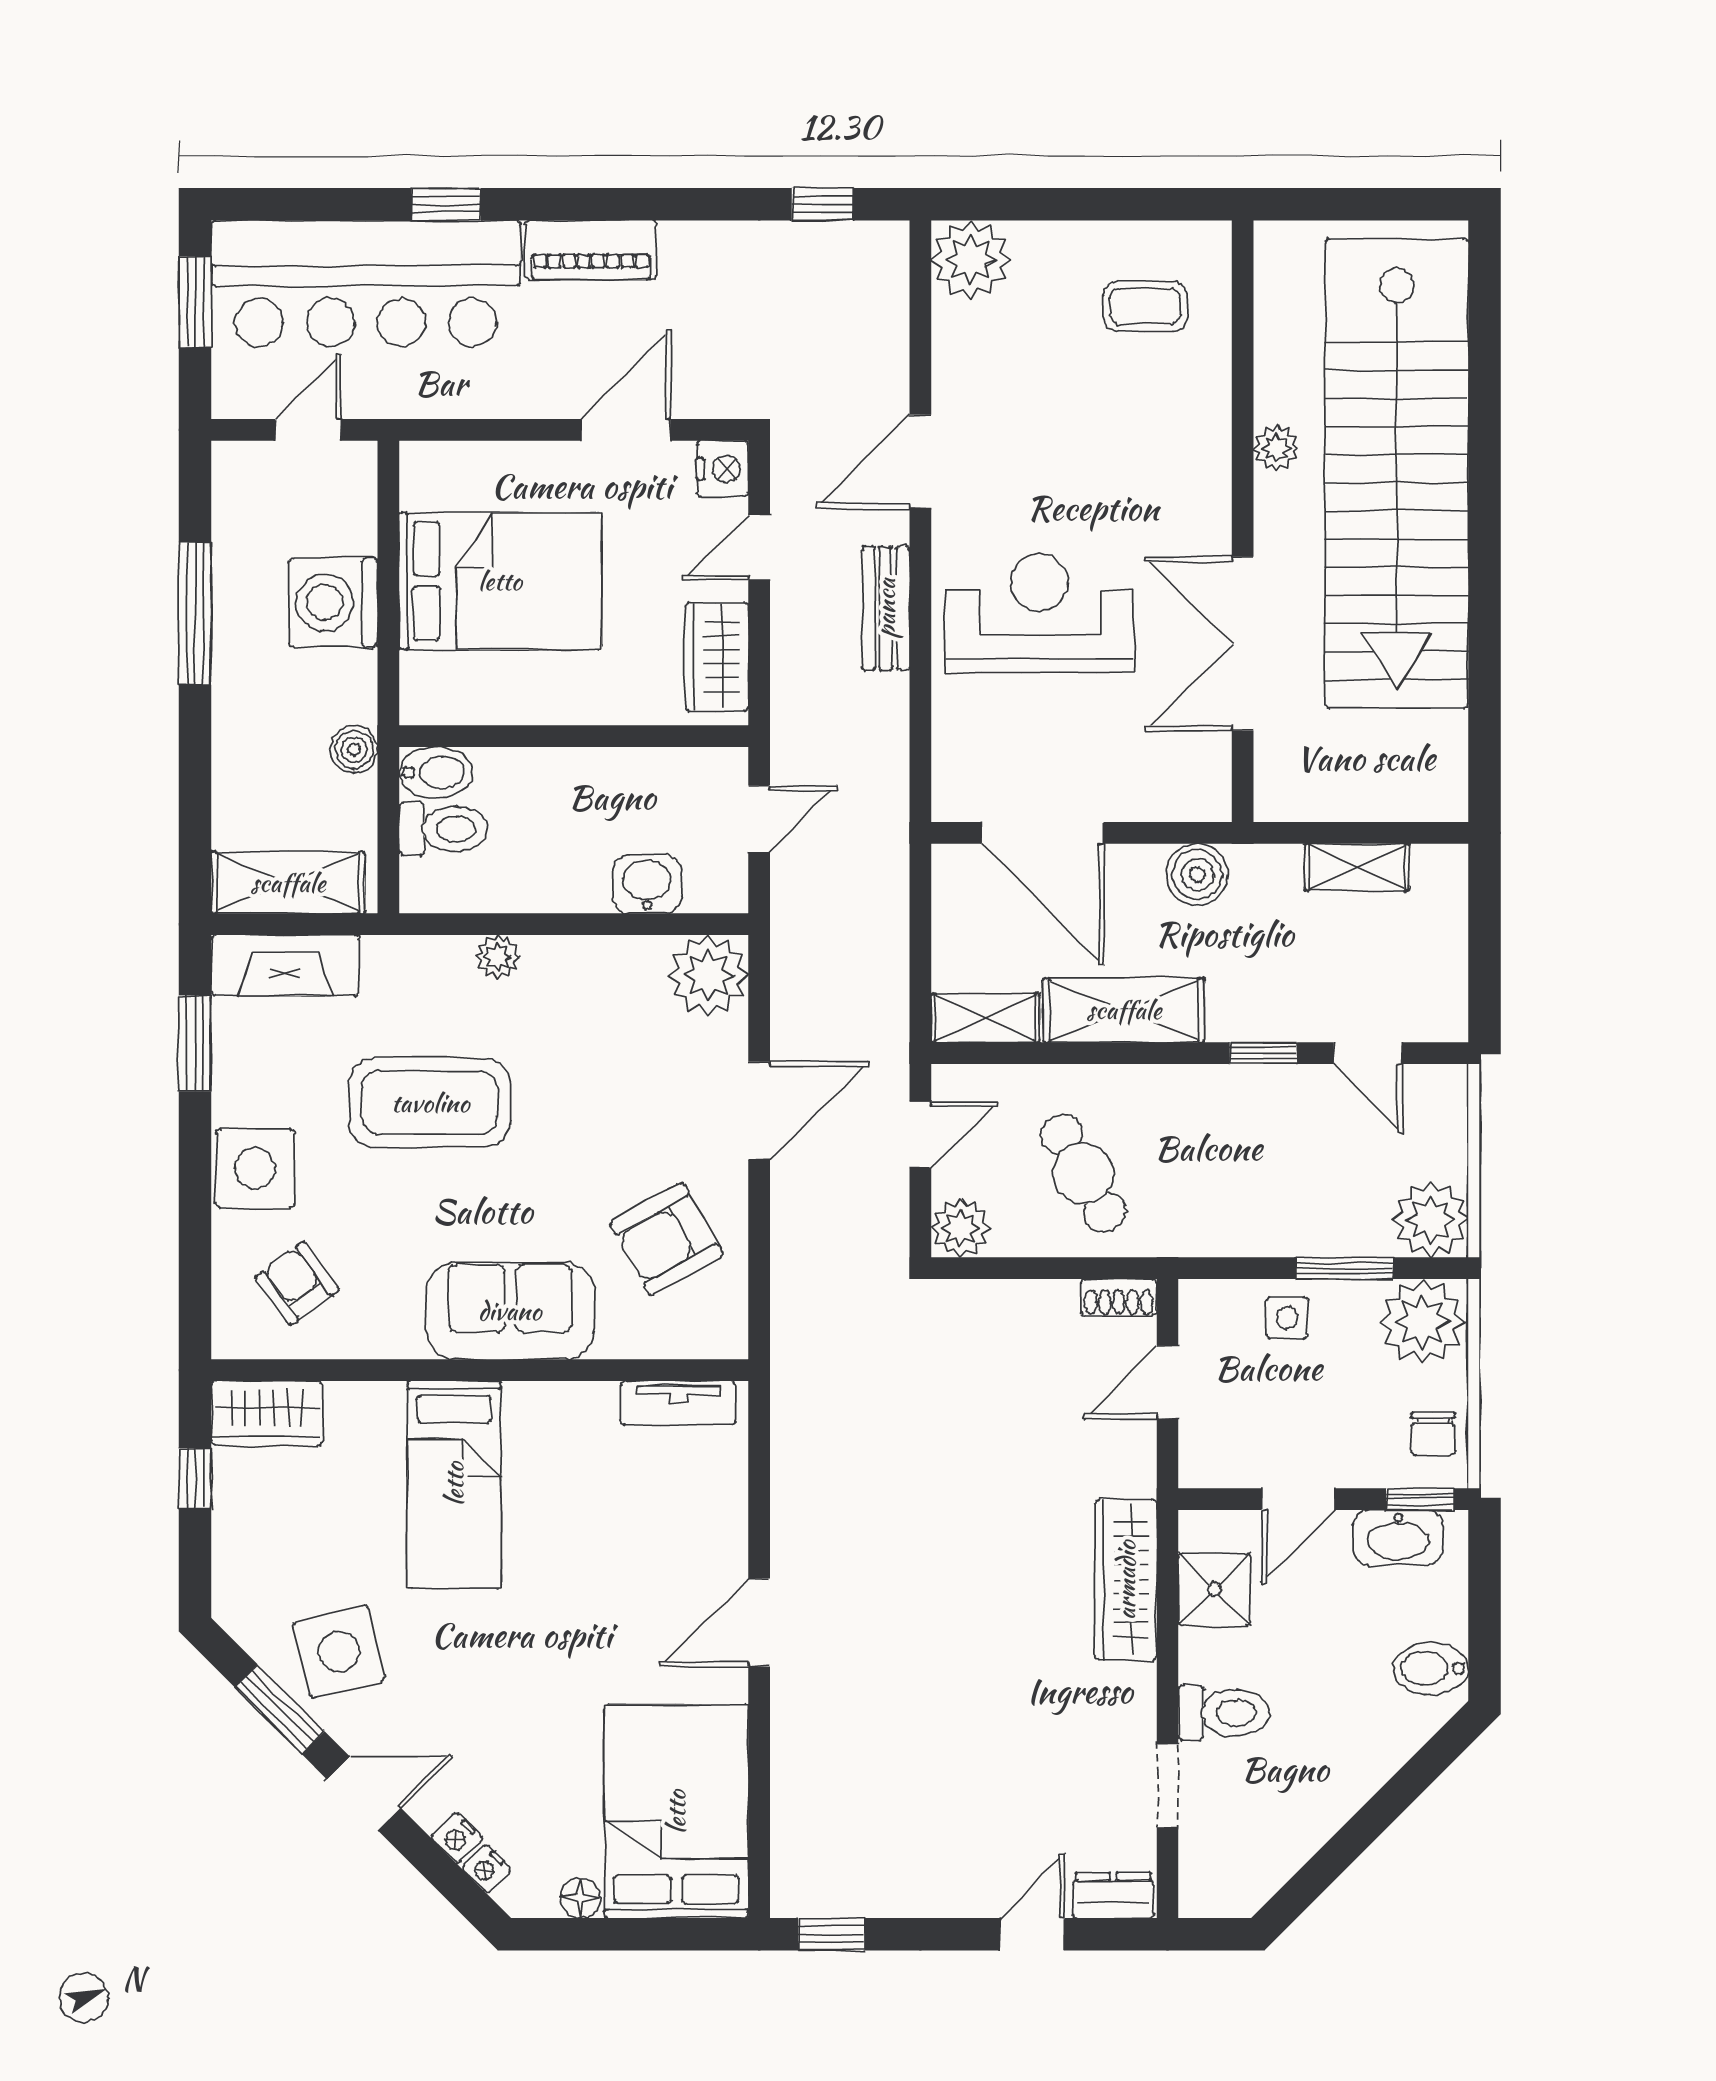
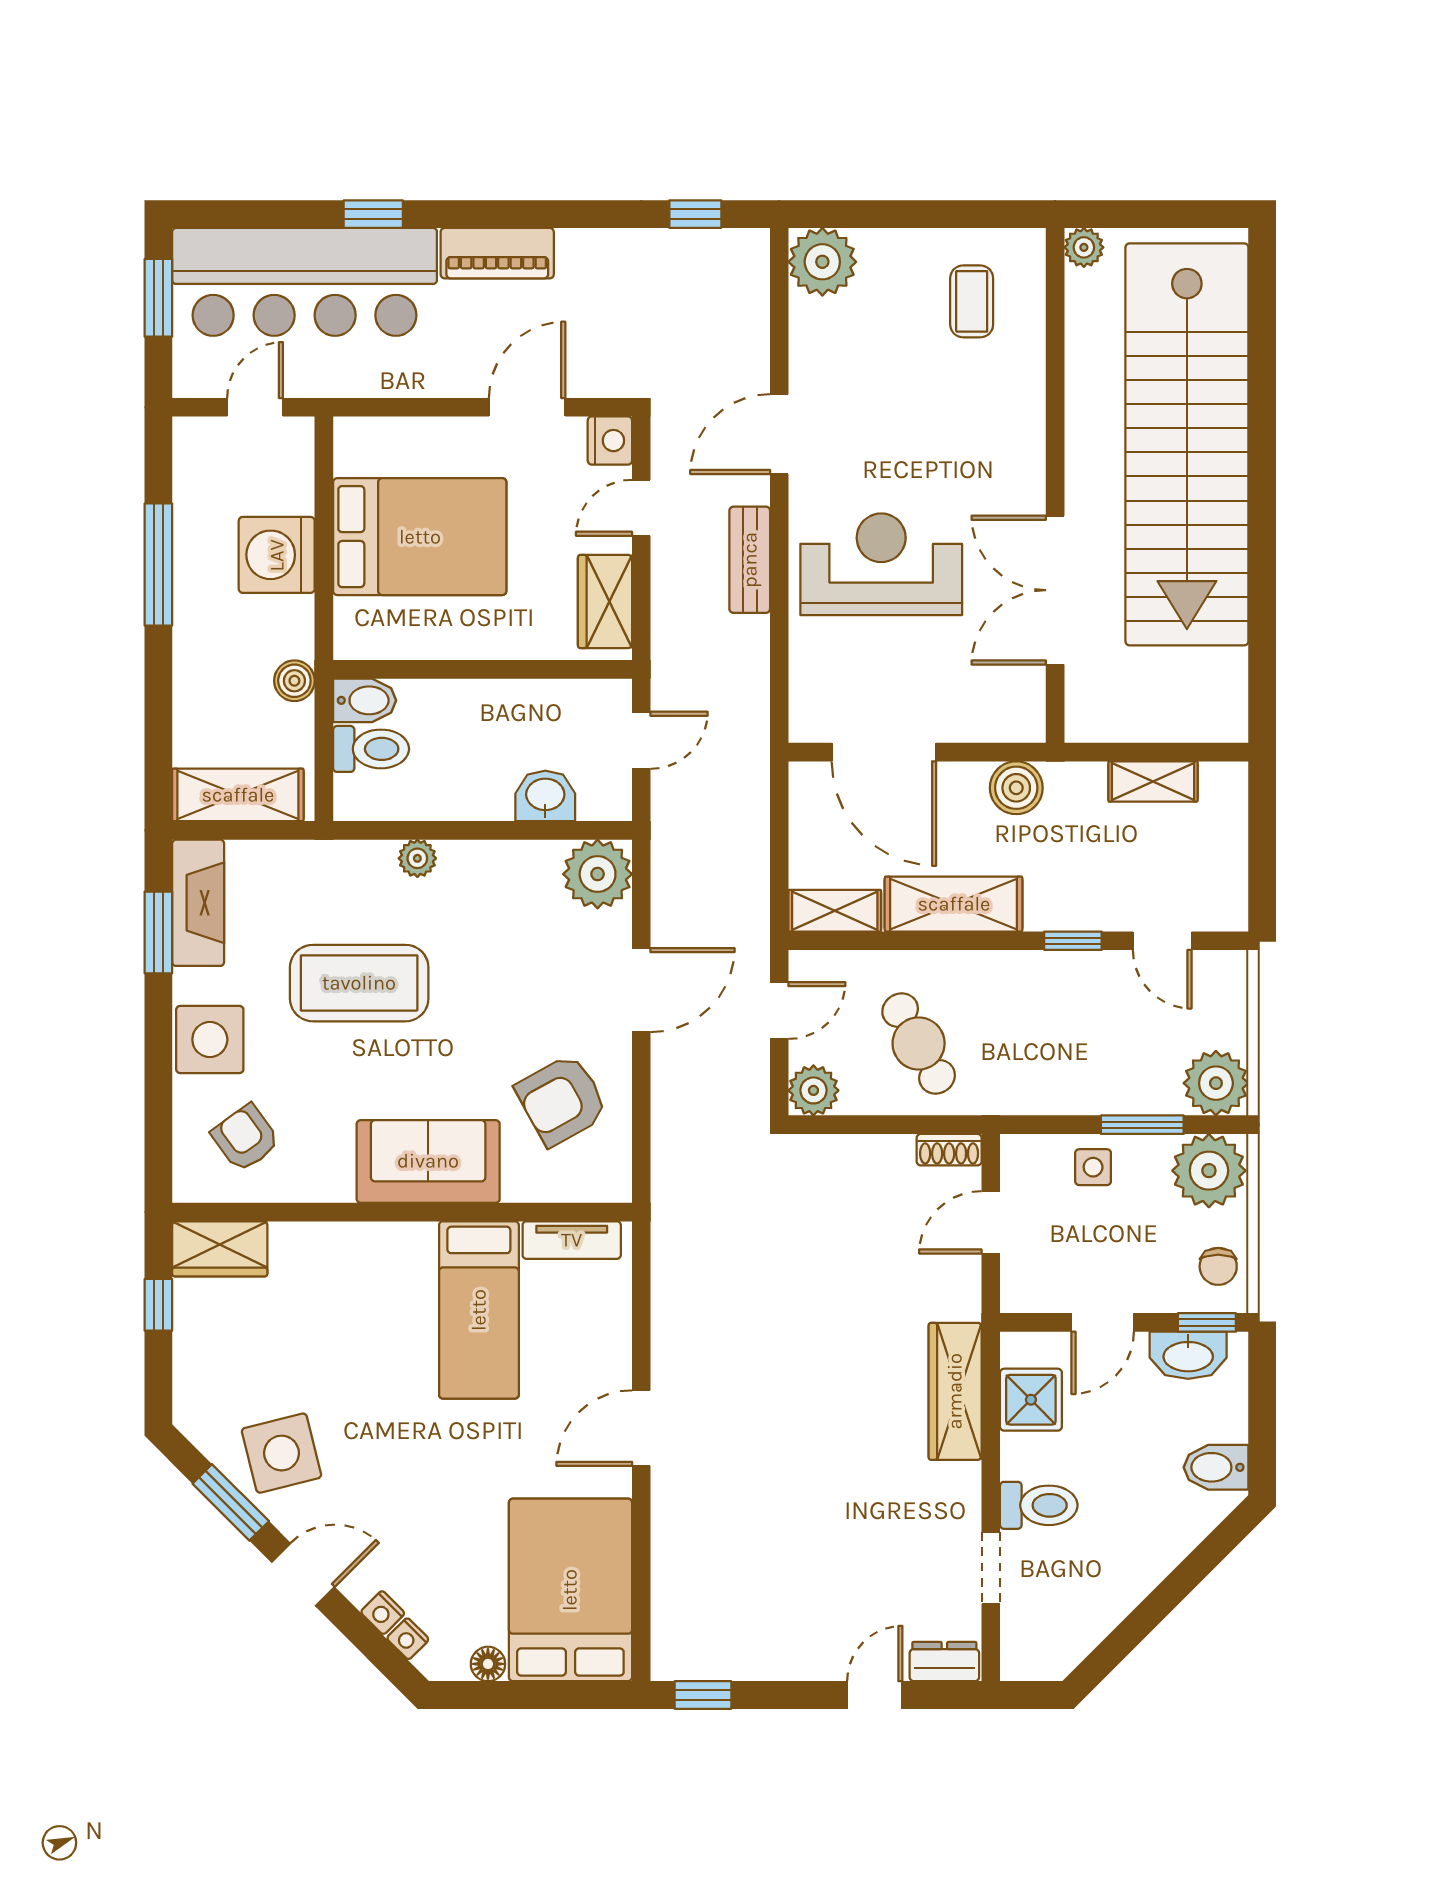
coffee table: (1145, 306) -> (972, 301), turned 90
plant: (1276, 448) -> (1084, 247), moved
fireplace: (285, 965) -> (198, 903), moved, turned -90
bed: (454, 1484) -> (479, 1310), moved

